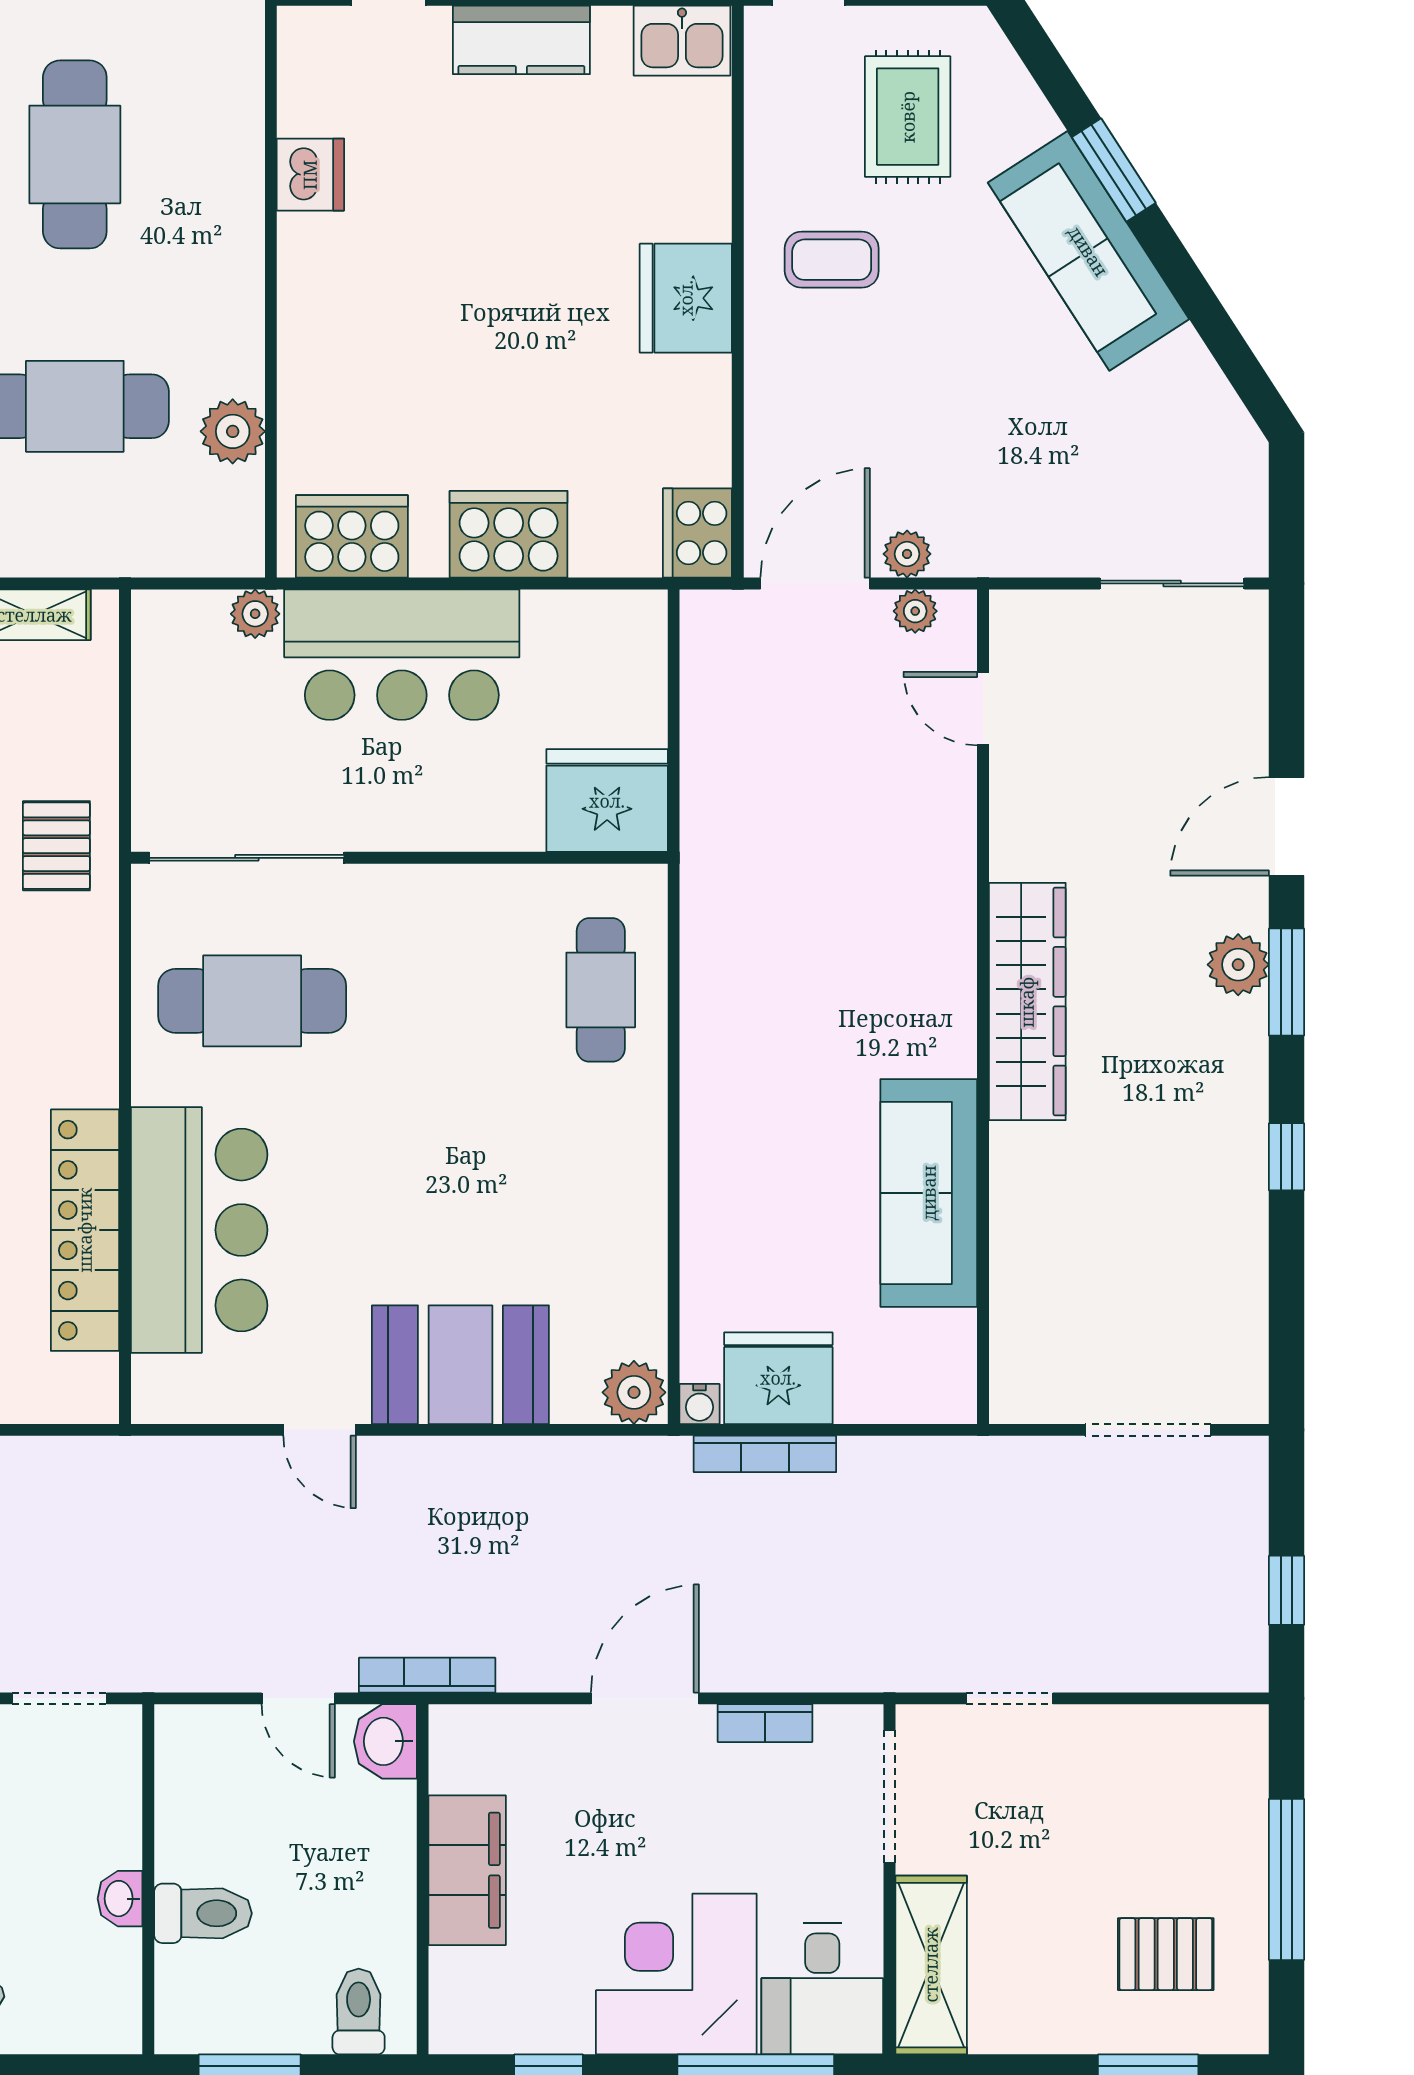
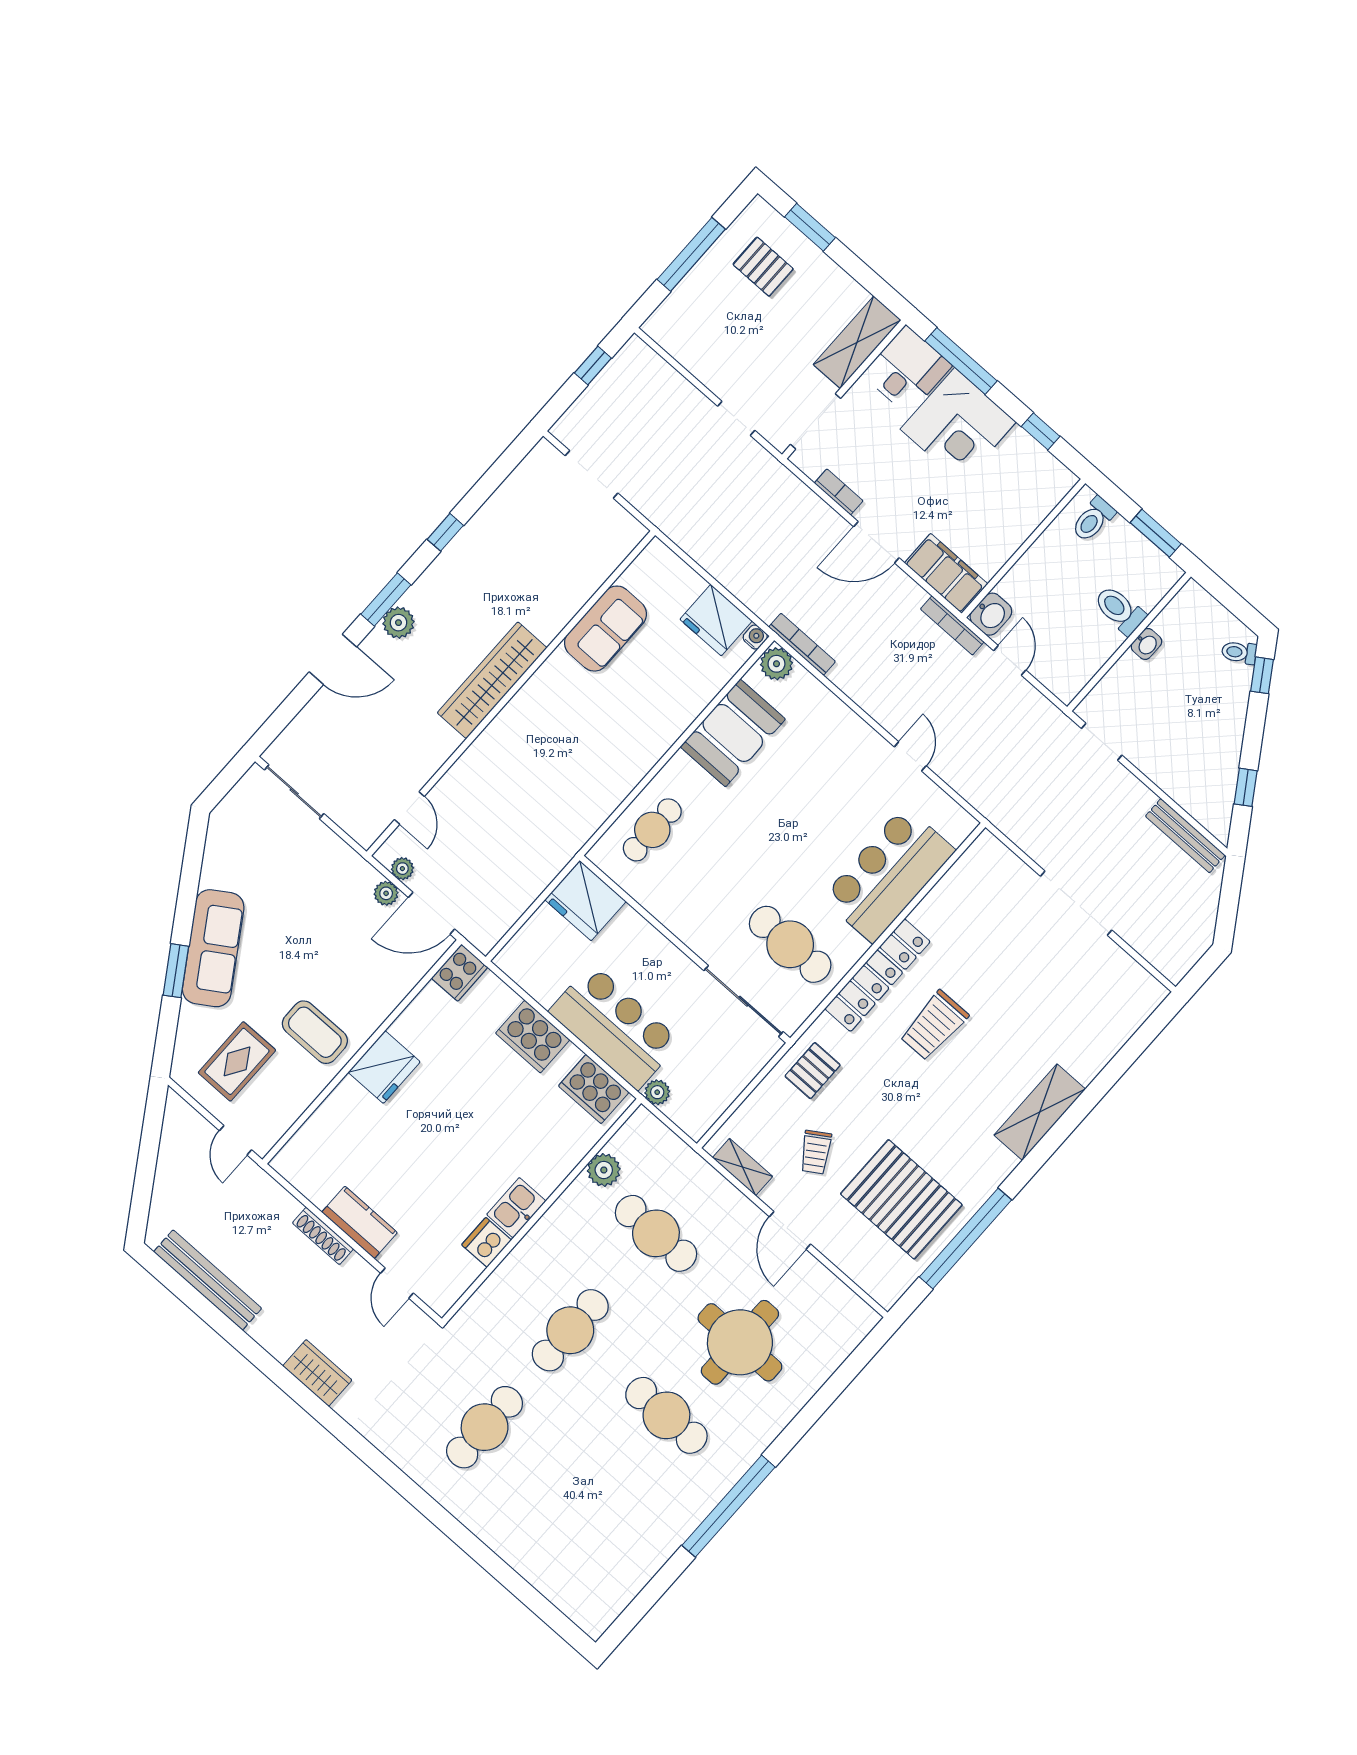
kitchen sink: (682, 41) -> (516, 1208), moved, turned -90
coffee table: (832, 260) -> (315, 1032), width x1.36, depth x1.30
sofa: (929, 1193) -> (605, 629), width x0.73
locker: (85, 1230) -> (878, 975), moved
booth: (460, 1365) -> (733, 733), moved, turned 90
bookcase: (765, 1454) -> (802, 644), moved
filing cabinet: (467, 1870) -> (946, 573), moved, turned 90

